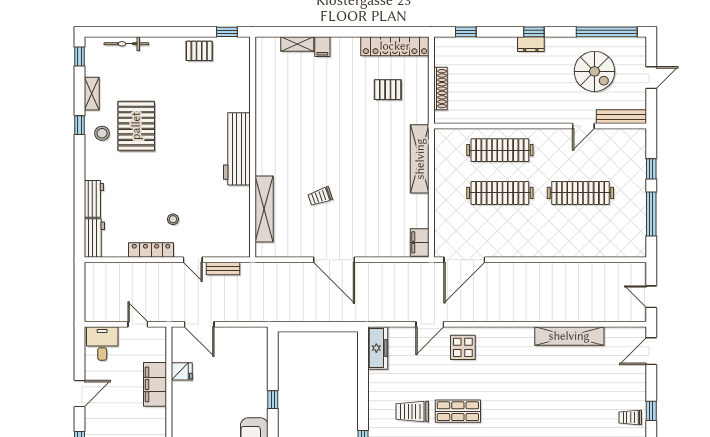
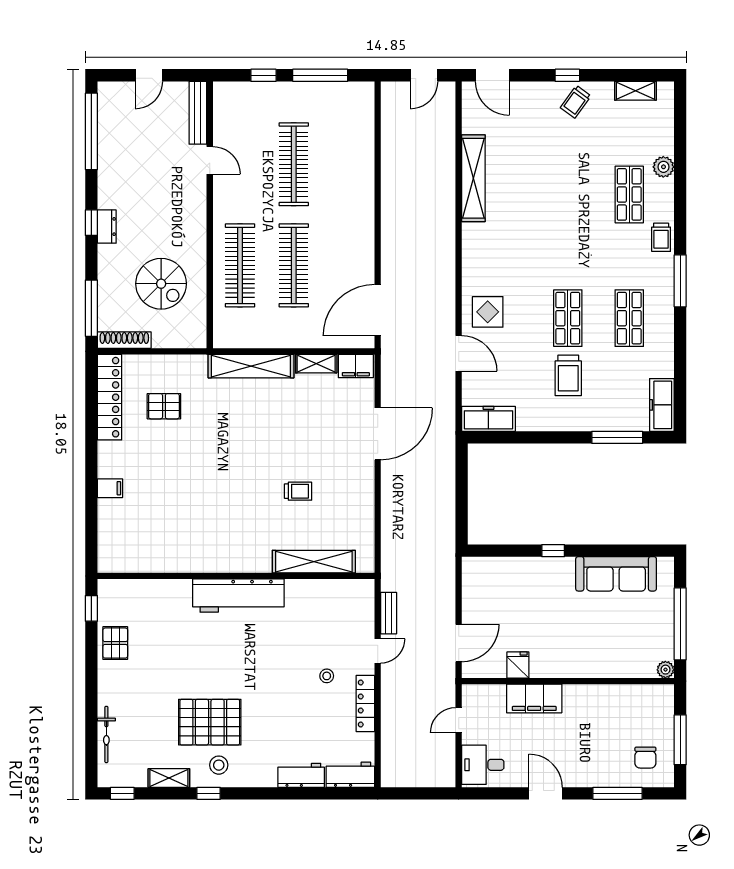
window: (466, 32) -> (91, 308), width x2.17
shelving: (297, 44) -> (316, 364), moved, turned 90
spiral stairs: (594, 71) -> (161, 284), moved, turned 90
door: (651, 78) -> (149, 75), swing flipped
shoe rack: (440, 89) -> (124, 340), moved
pallet: (388, 90) -> (164, 406), turned 90
trolley: (320, 196) -> (298, 491), turned -71
door: (334, 260) -> (378, 434), moved
door: (464, 260) -> (378, 310), swing flipped
trolley: (630, 417) -> (576, 102), turned 36

